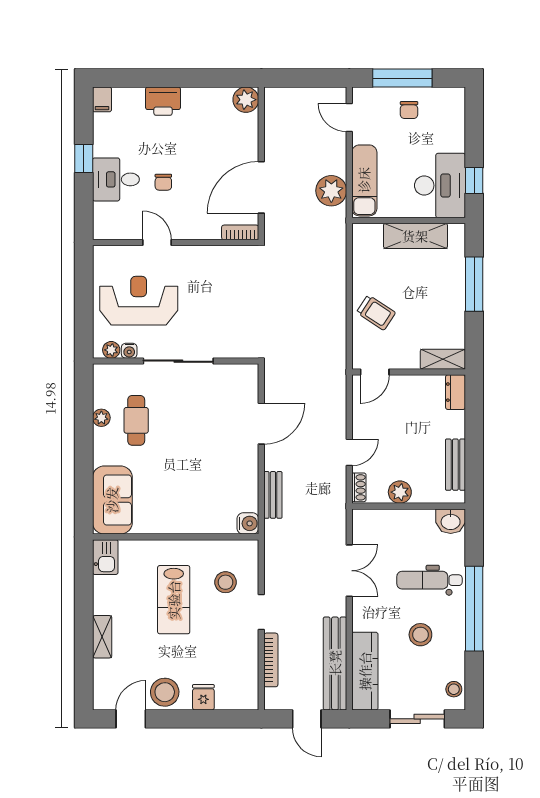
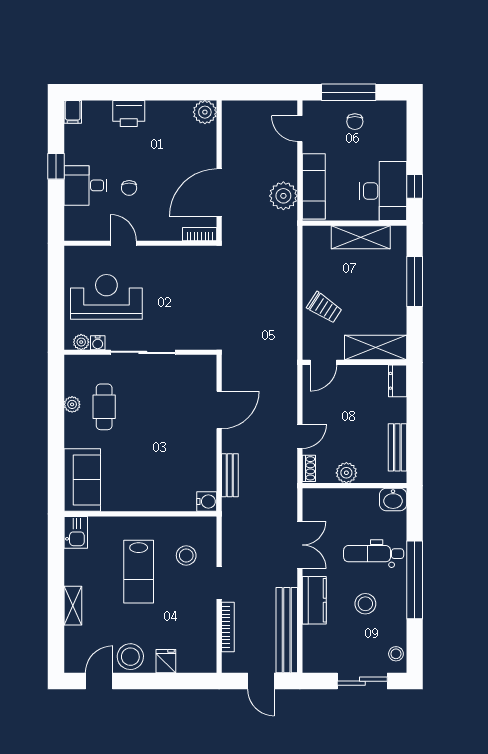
shelving: (443, 359) -> (376, 348), width x1.50, depth x1.33
kitchen counter: (365, 671) -> (314, 600), moved, width x0.67

